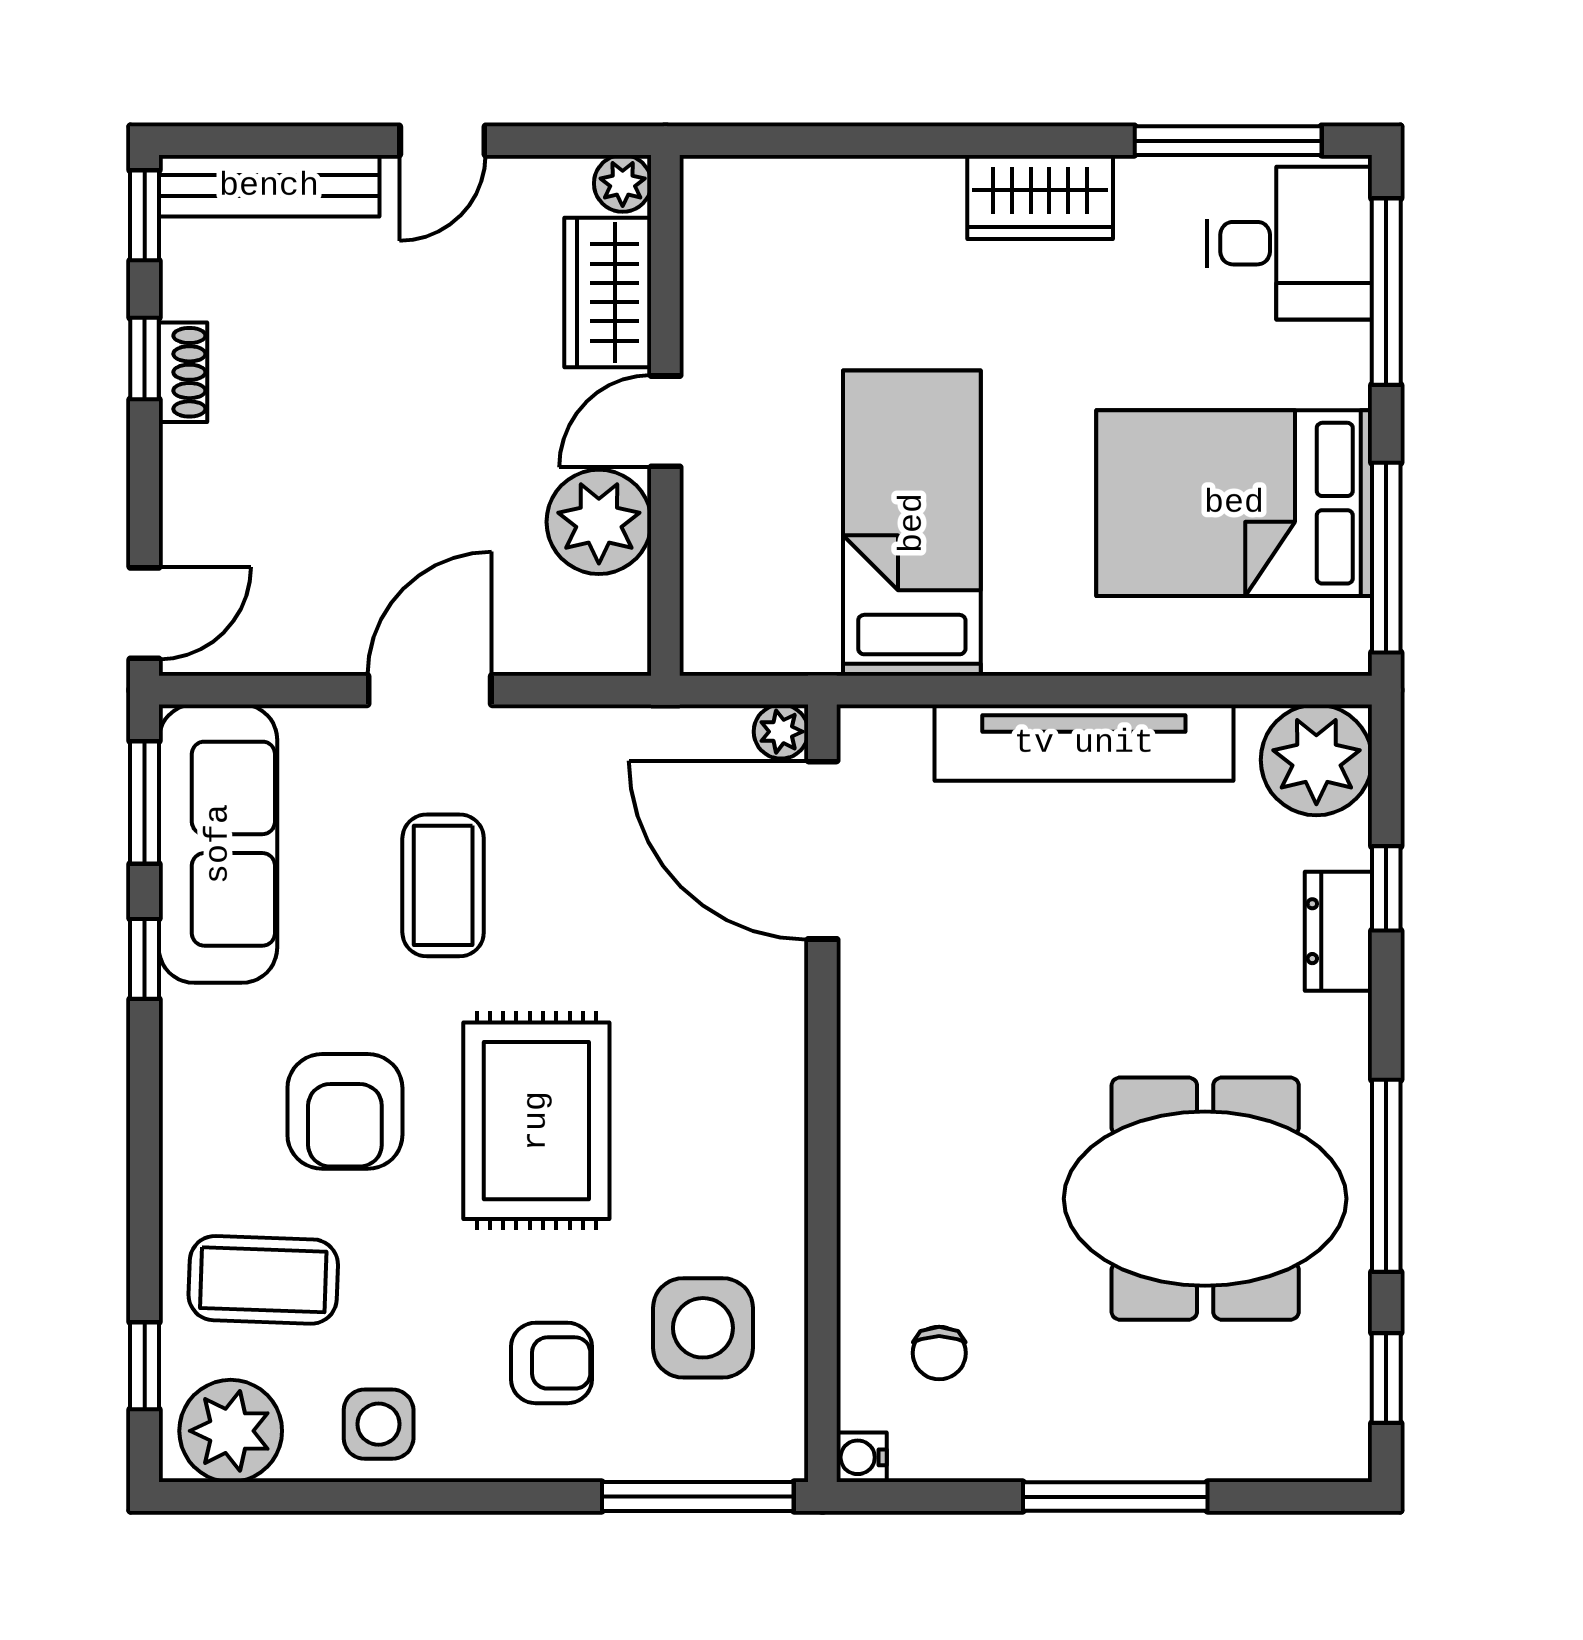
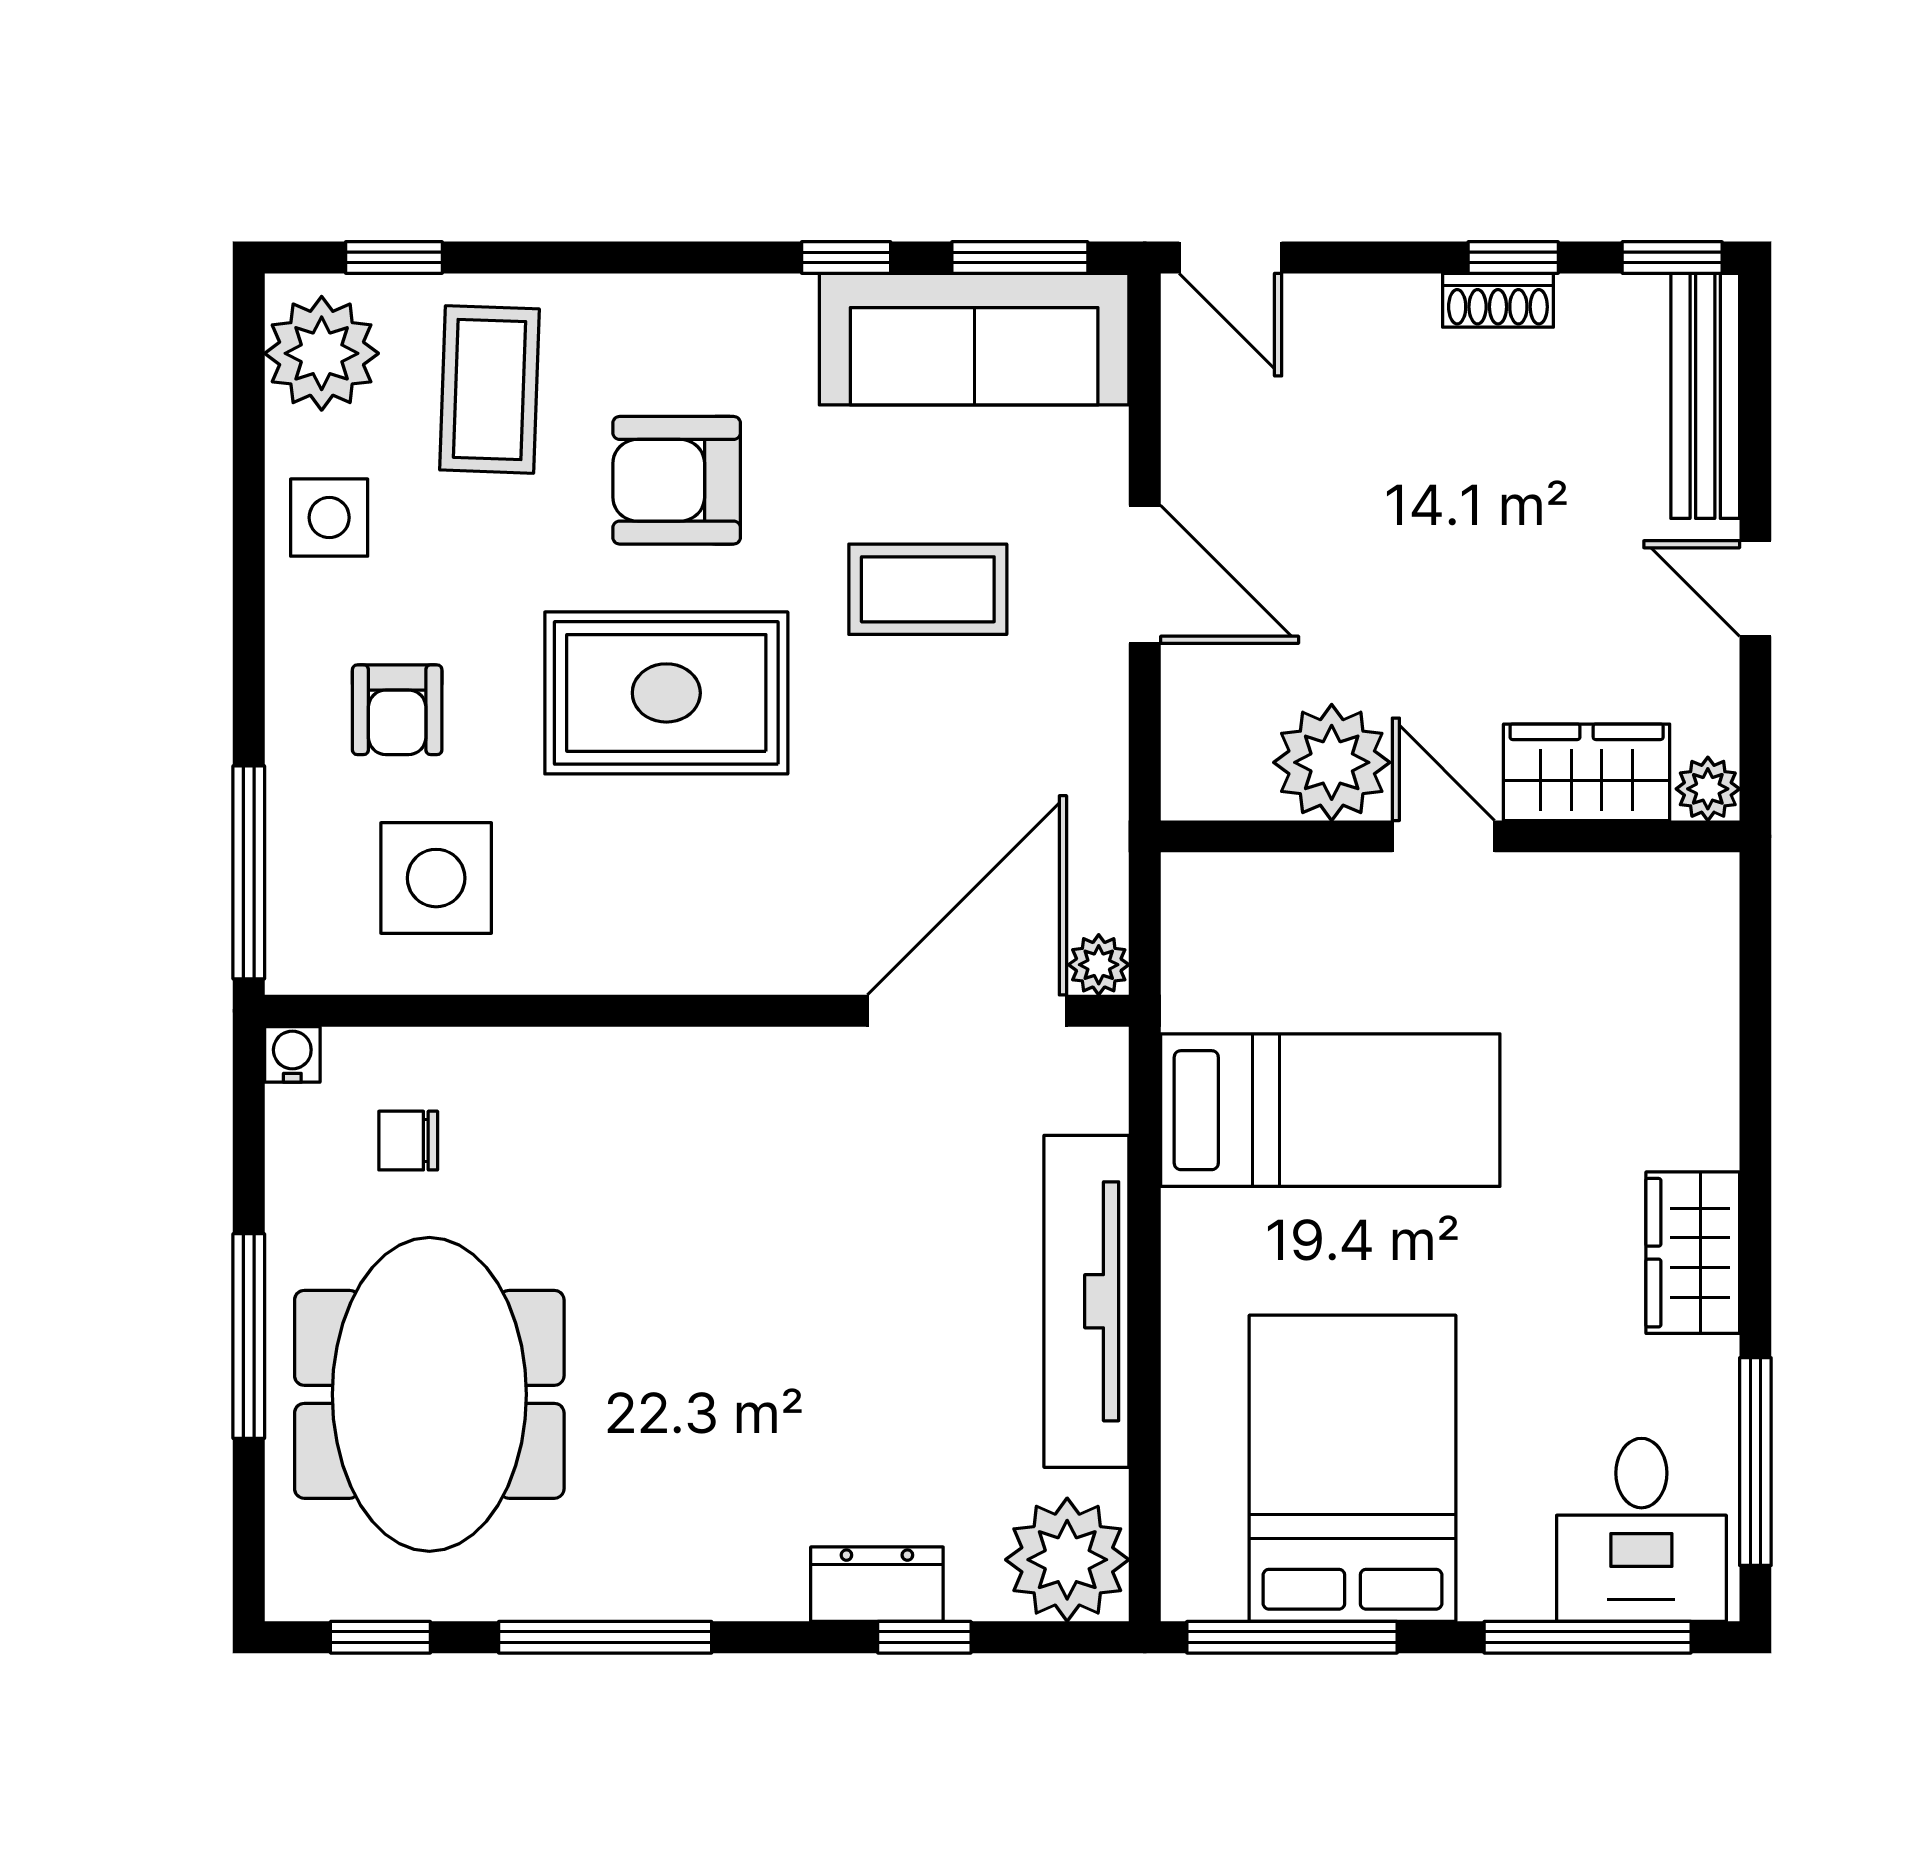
meeting table: (1205, 1199) -> (429, 1394), moved

